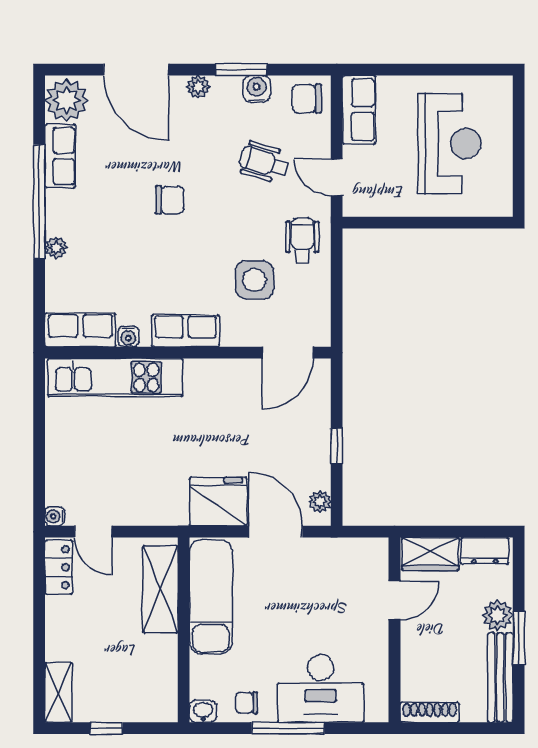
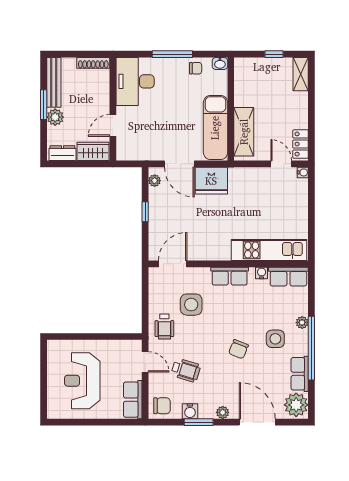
chair: (170, 200) -> (238, 349), turned -68
side table: (104, 219) -> (275, 339), added
desk: (321, 688) -> (135, 81), moved, turned -90

